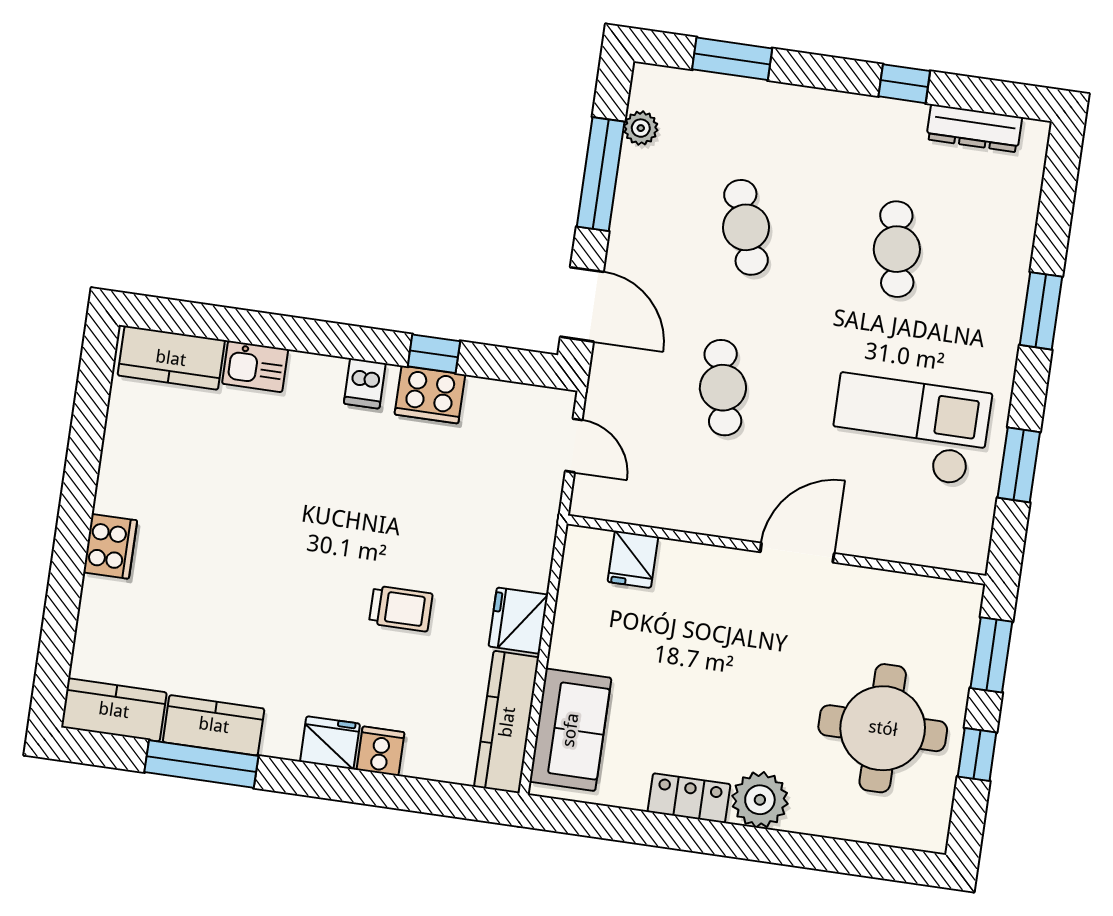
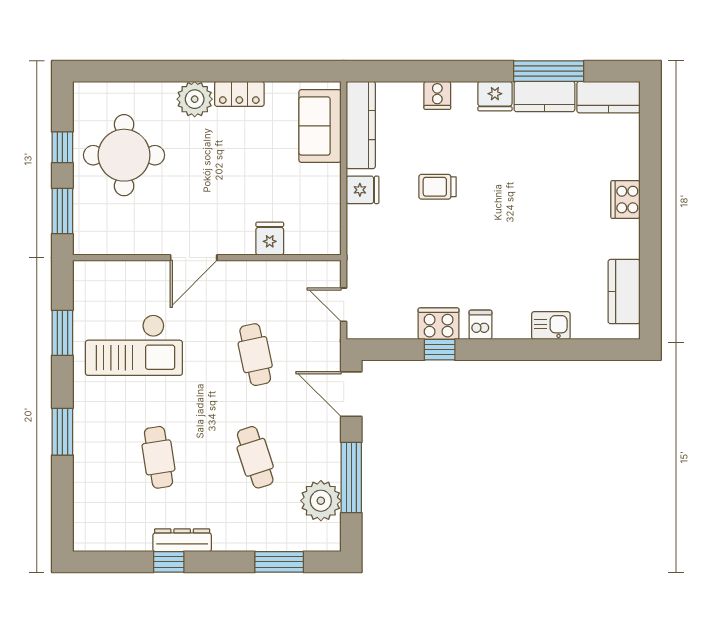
plant: (641, 128) -> (321, 501), width x1.88, depth x1.88
dresser: (974, 128) -> (182, 540), moved
kitchen counter: (171, 358) -> (624, 292), moved, turned -90
fridge: (633, 559) -> (270, 239), moved
fridge: (518, 621) -> (363, 190), width x0.72
fridge: (330, 743) -> (495, 96), moved

